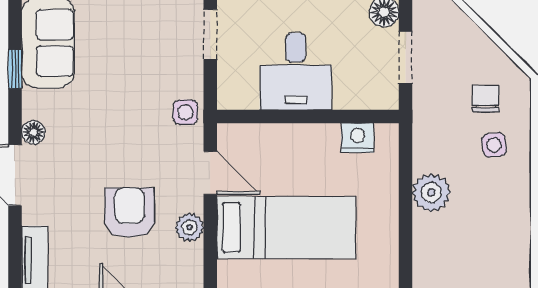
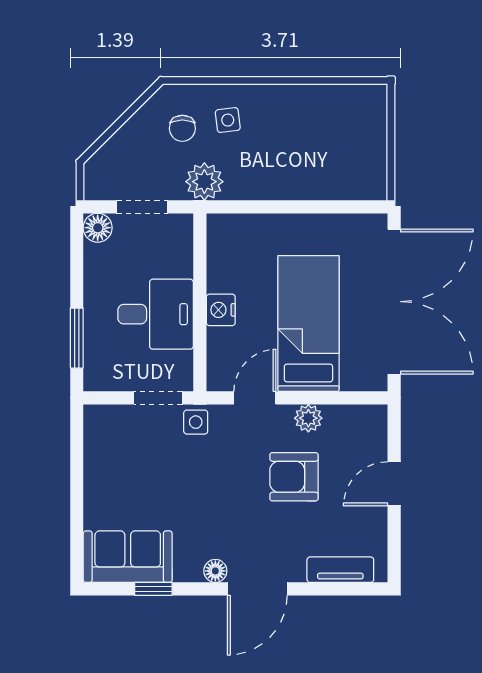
doorway: (210, 34) -> (158, 398), moved
chair: (486, 99) -> (182, 128), turned -90
nightstand: (358, 138) -> (221, 310), moved
plant: (431, 193) -> (204, 182), moved

